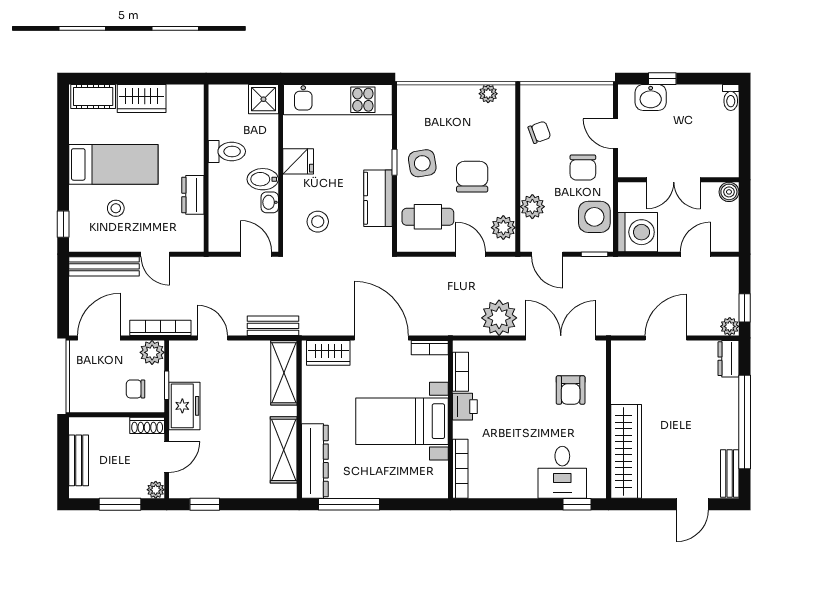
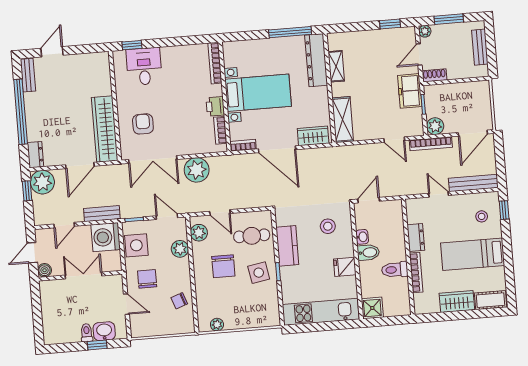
toilet: (731, 97) -> (87, 333), moved
bookcase: (196, 145) -> (416, 273), added
stool: (116, 208) -> (482, 216), moved
door: (745, 219) -> (32, 253), added
door: (256, 254) -> (369, 200), swing flipped
bench: (273, 326) -> (102, 214), moved
plant: (730, 326) -> (42, 182), width x1.88, depth x1.88
chair: (136, 389) -> (445, 100), removed
shelving: (284, 450) -> (336, 66), width x0.67, depth x0.75
wardrobe: (626, 451) -> (105, 129), moved

